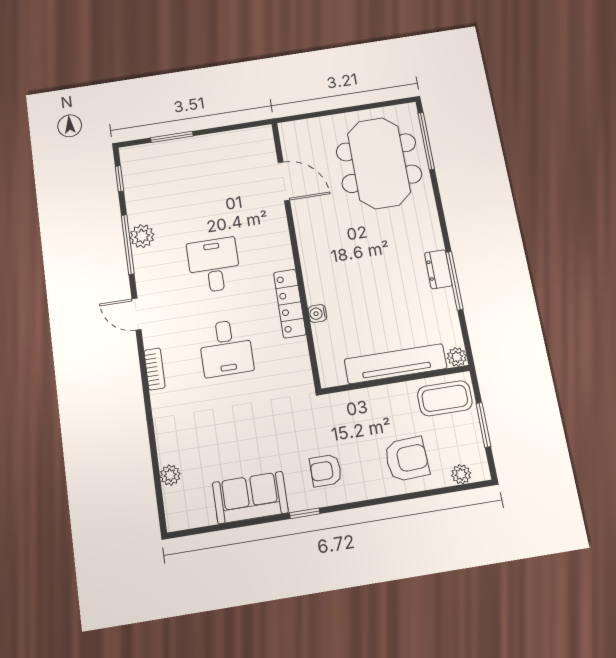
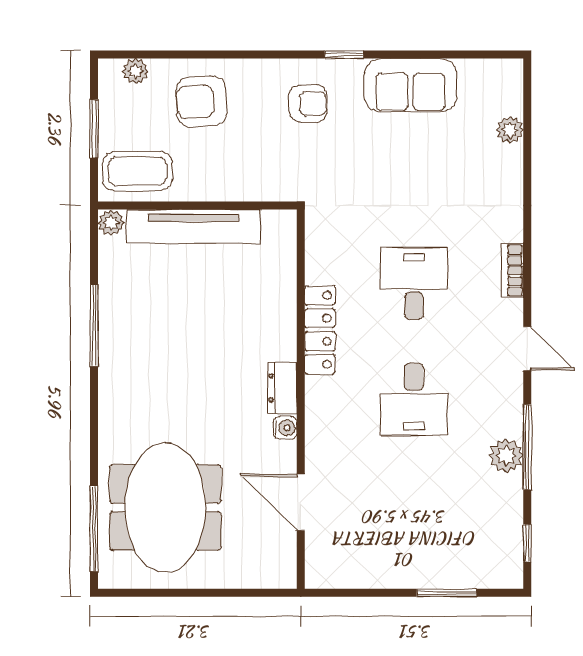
dresser: (438, 269) -> (282, 388), moved, turned 180
water cooler: (317, 313) -> (285, 428), moved

